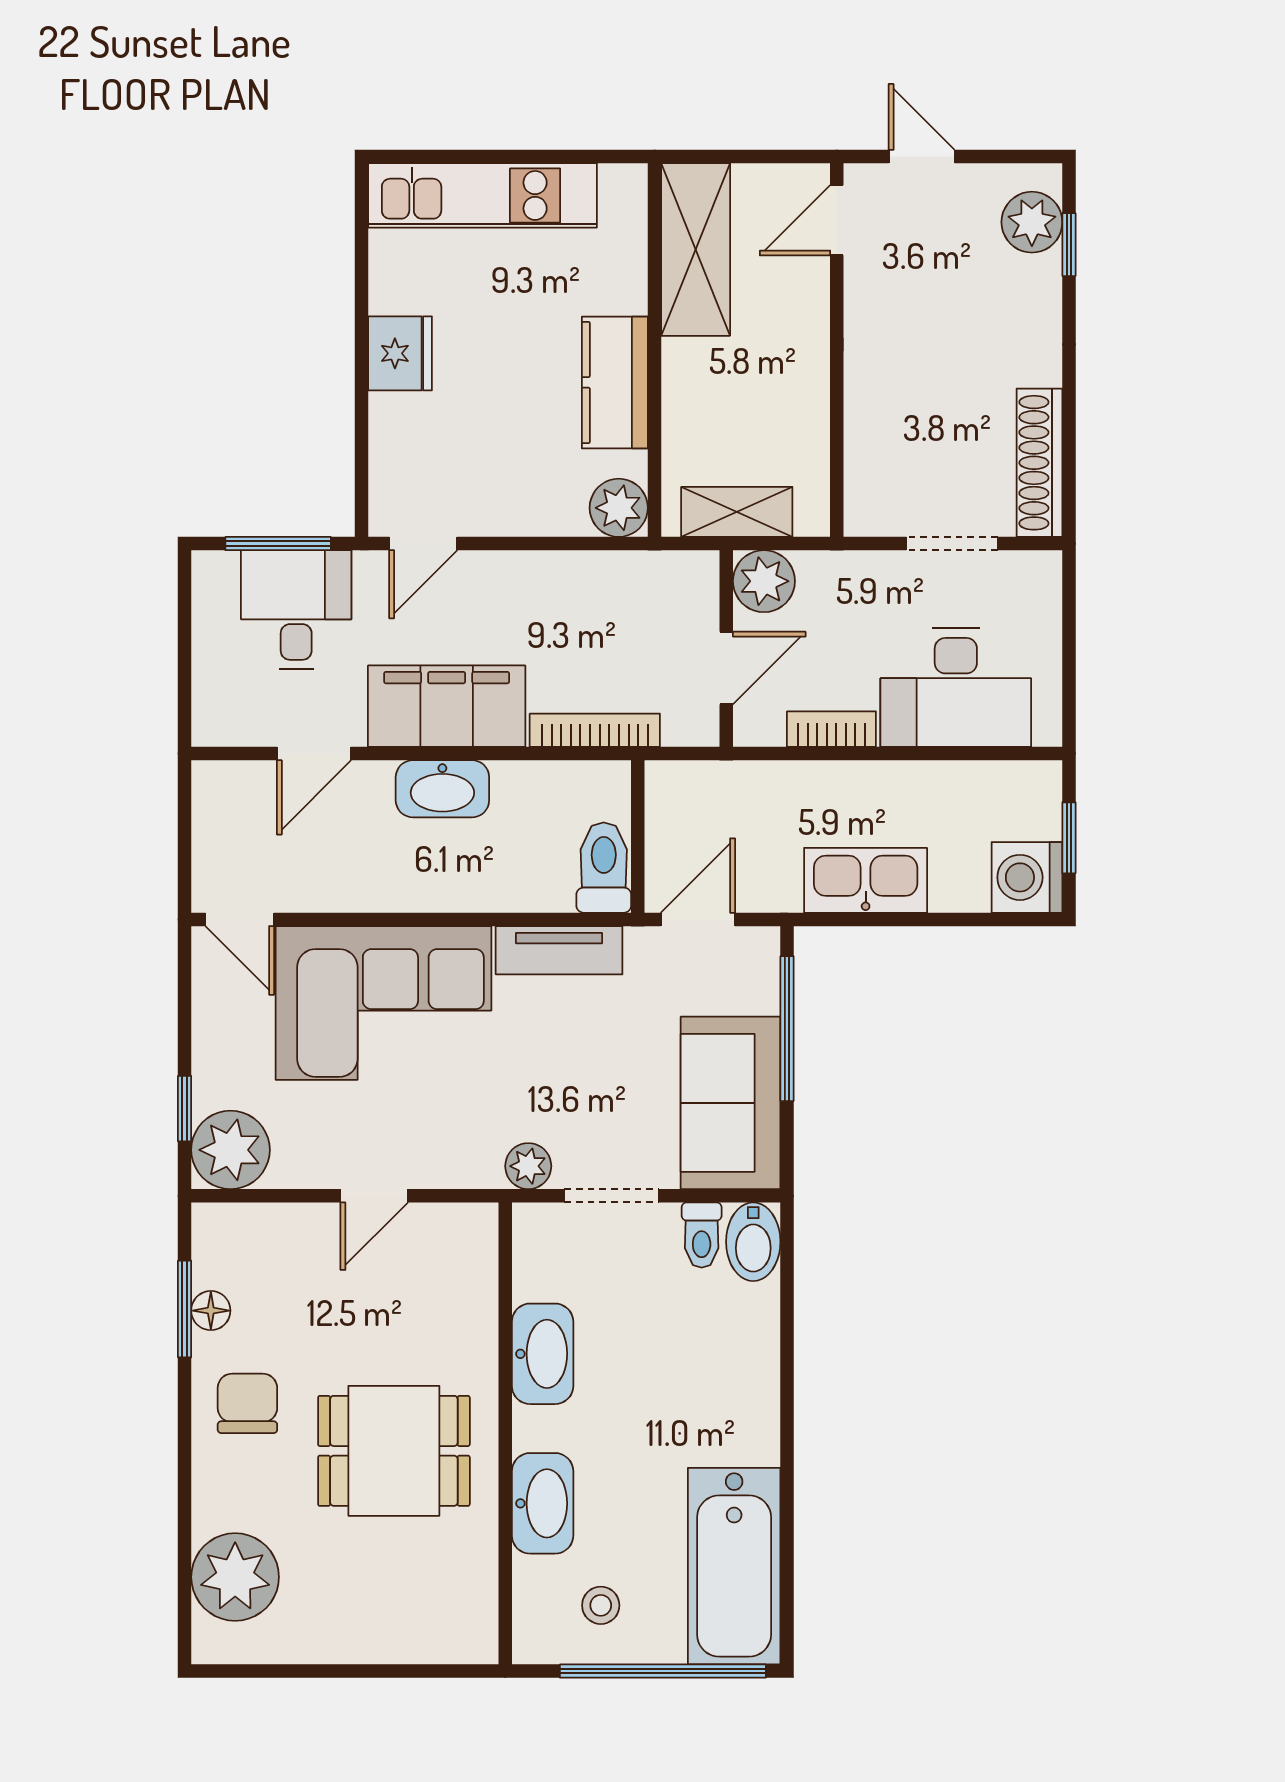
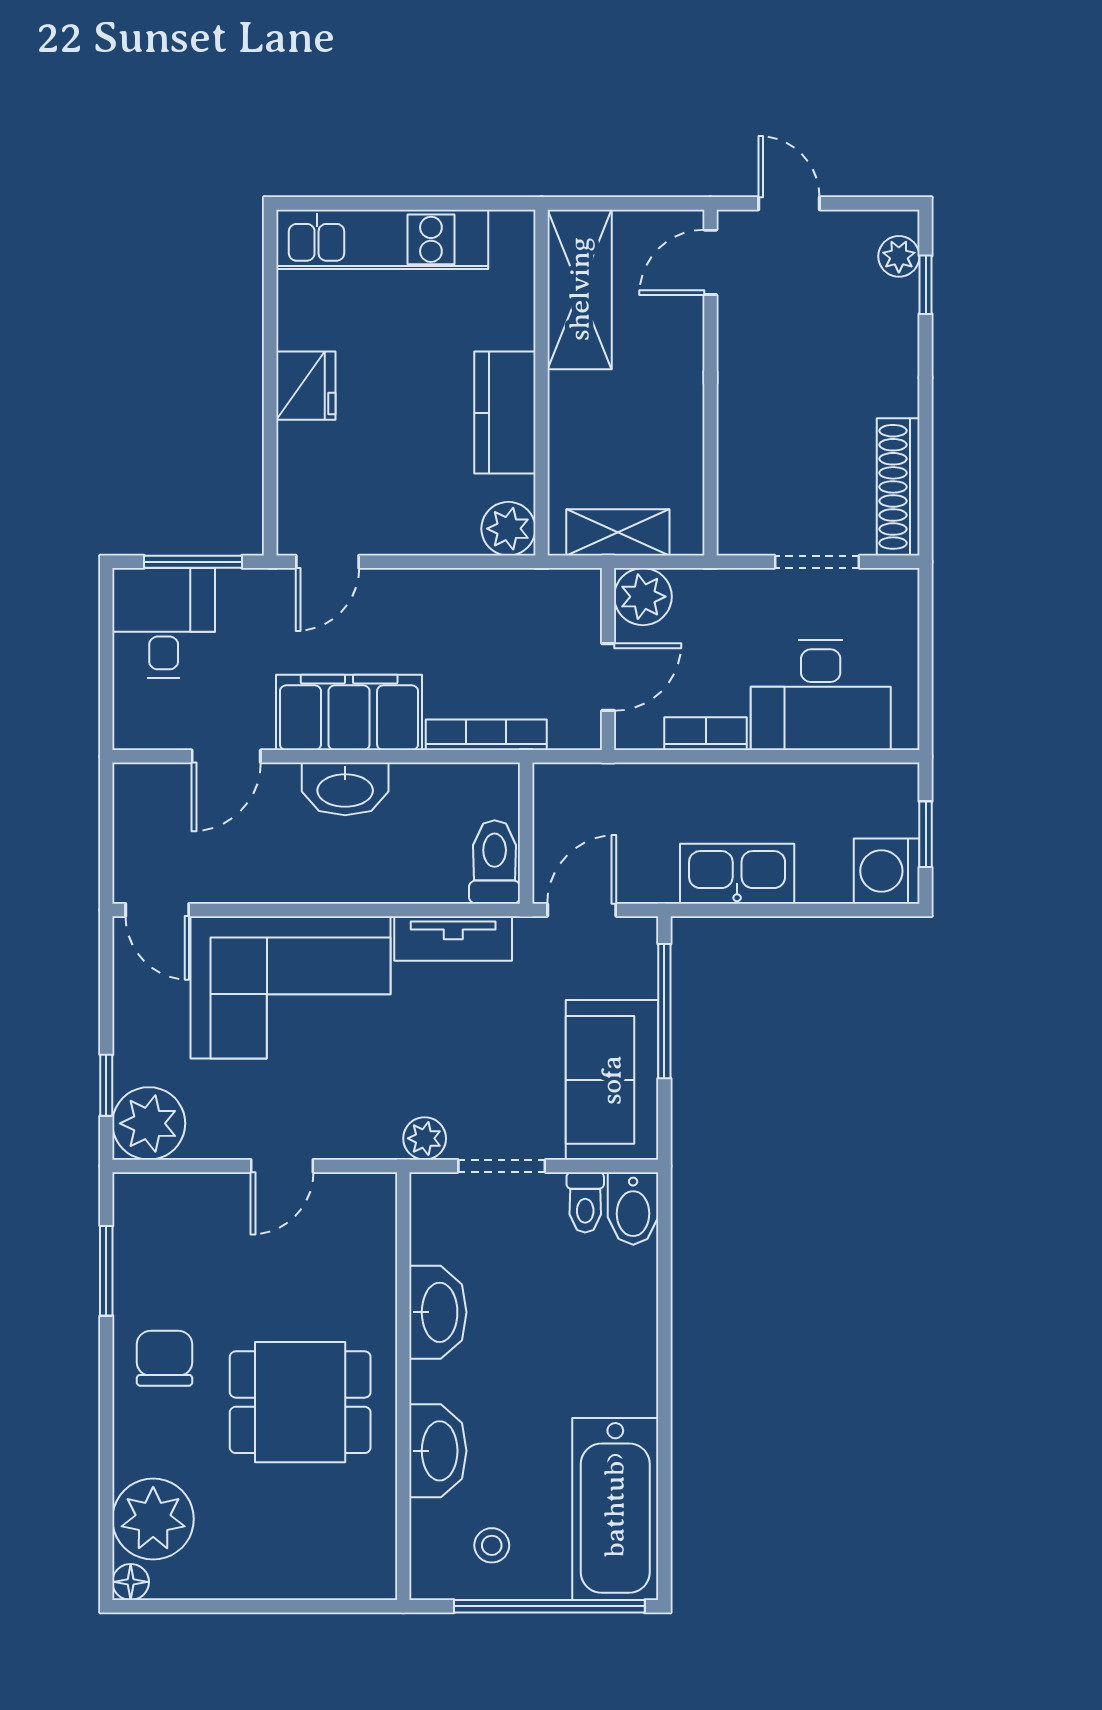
plant: (1032, 222) -> (899, 256), width x0.73, depth x0.73
desk: (296, 610) -> (164, 623), moved
floor lamp: (211, 1311) -> (131, 1582), moved

